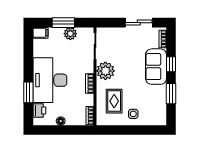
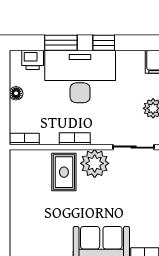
window: (28, 65) -> (104, 43), added
rug: (114, 101) -> (64, 172), moved, turned 90
side table: (133, 114) -> (27, 207), removed

